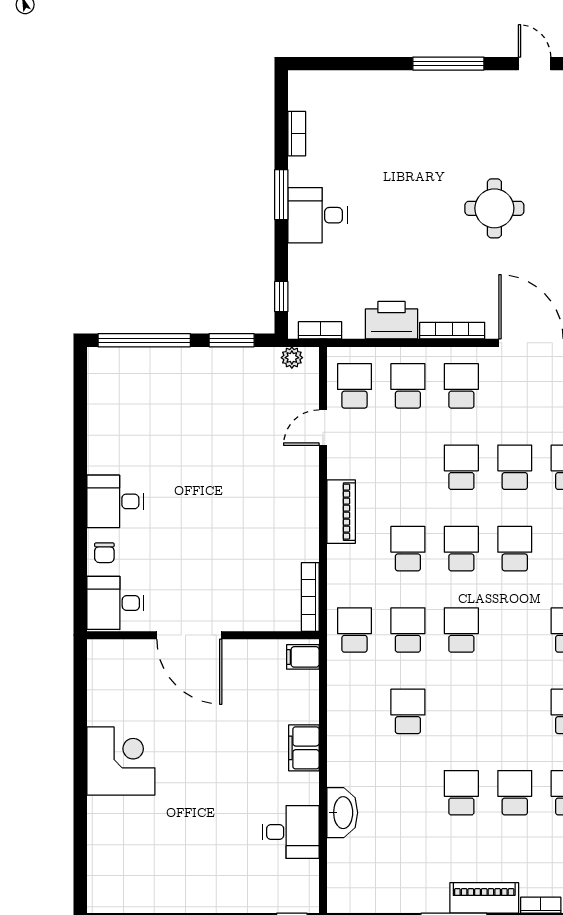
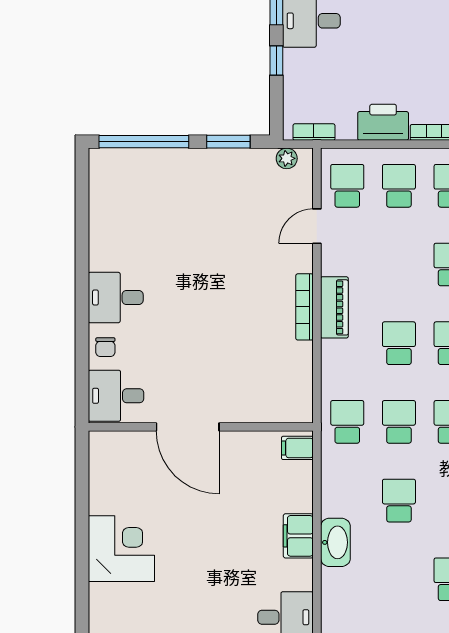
window: (281, 297) -> (276, 60), moved
bookcase: (310, 597) -> (304, 307), moved
washbasin: (342, 813) -> (335, 542), moved

